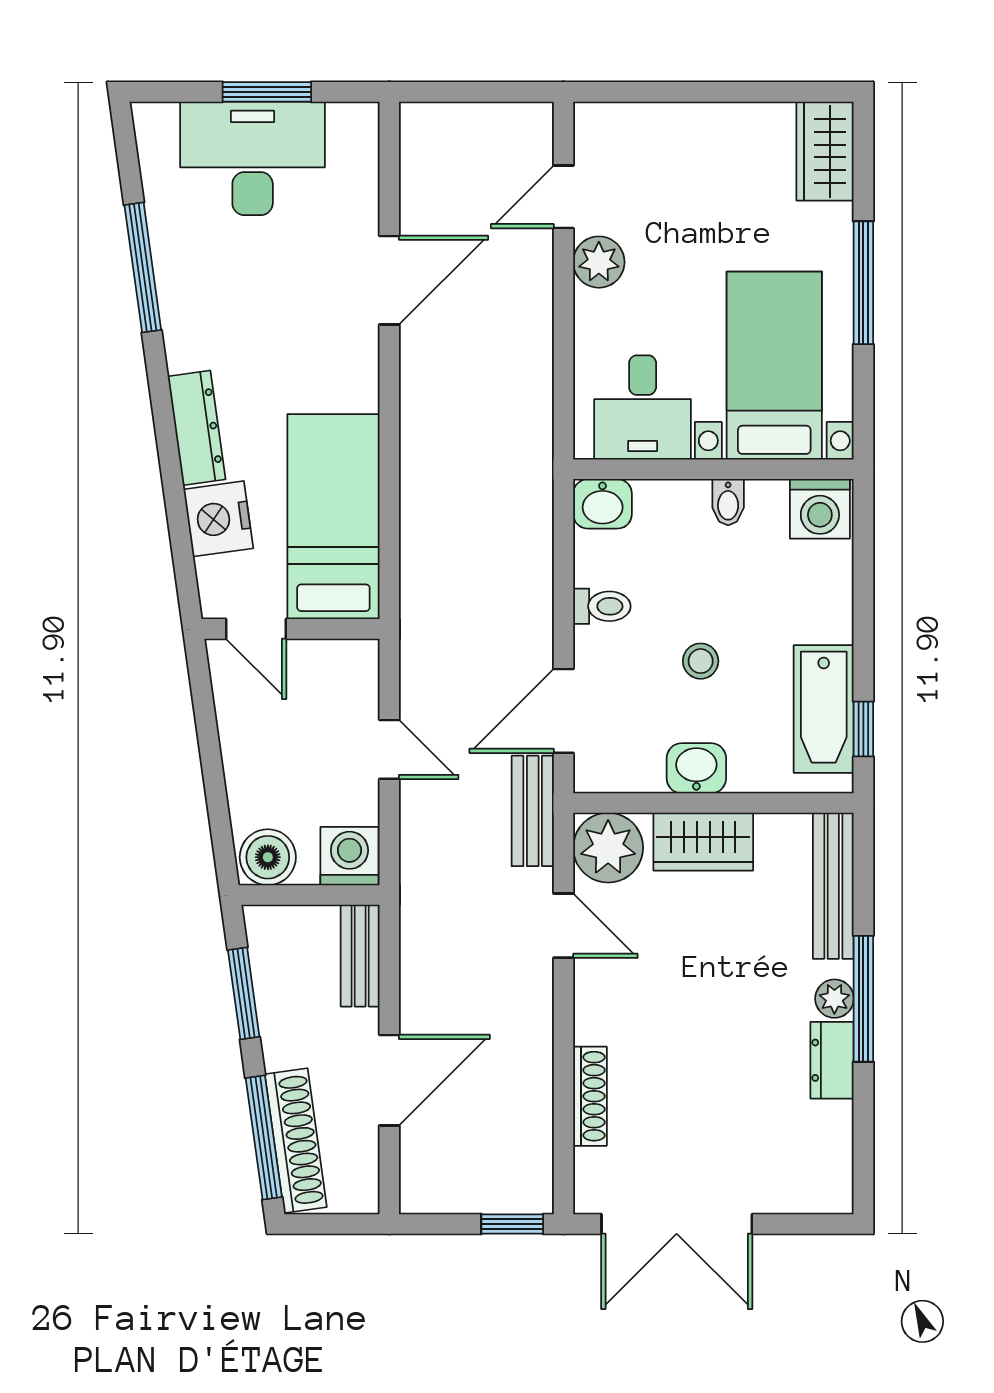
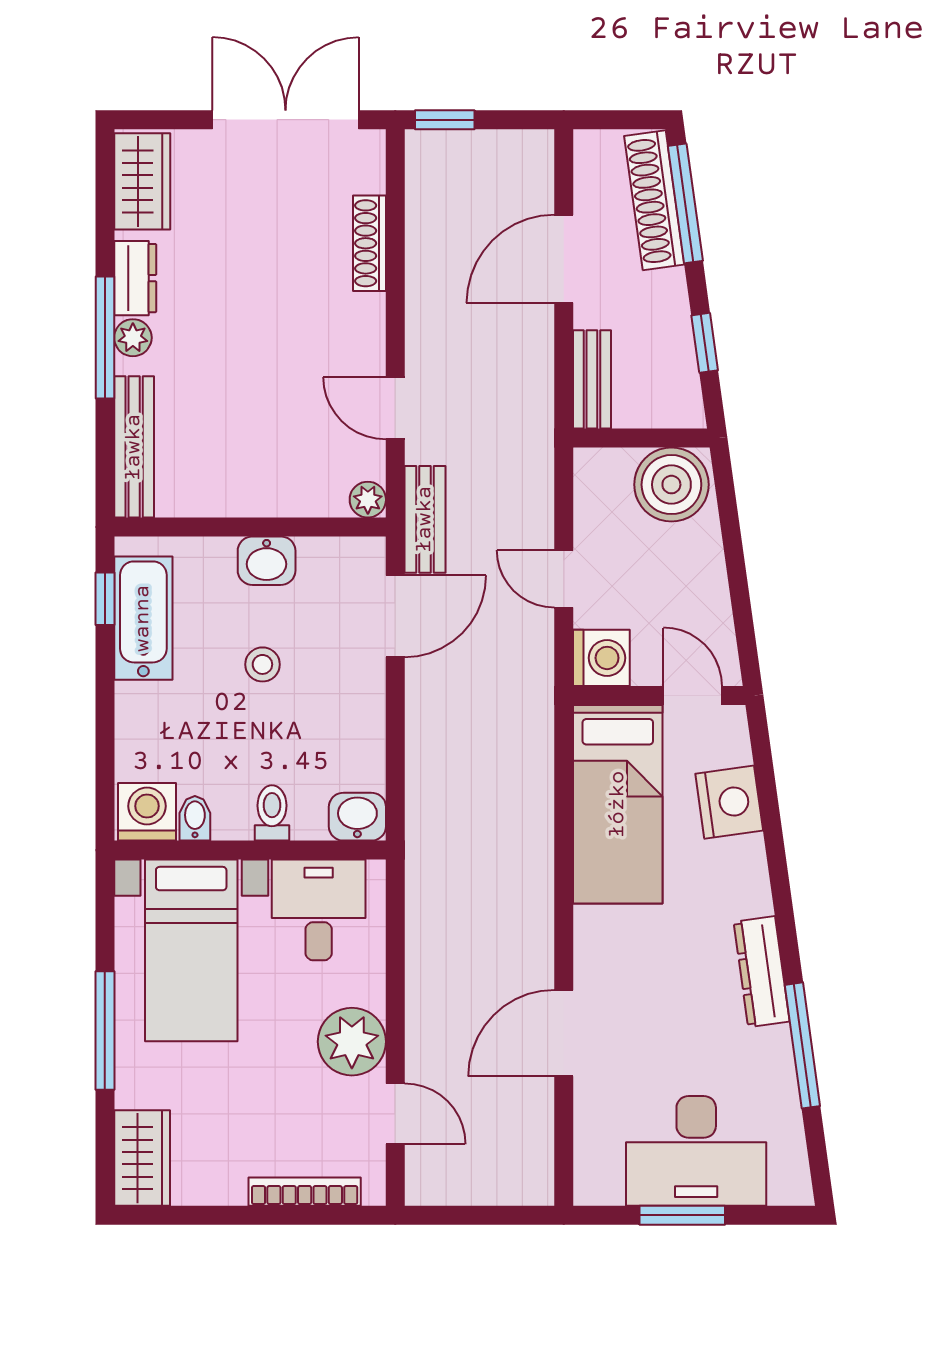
bookcase: (657, 116) -> (305, 1192), added
door: (563, 197) -> (395, 1114), hinge flipped
plant: (599, 262) -> (352, 1042), width x1.36, depth x1.36
dresser: (197, 428) -> (762, 972), moved
bidet: (728, 502) -> (195, 818), moved
toilet: (602, 606) -> (272, 813), moved, turned 90
wardrobe: (703, 842) -> (142, 181), moved, turned 90
plant: (608, 848) -> (368, 500), width x0.53, depth x0.53
washing machine: (349, 856) -> (601, 658), moved, turned -90
boiler: (268, 857) -> (671, 485), width x1.37, depth x1.37
window: (244, 993) -> (705, 343), width x0.67

